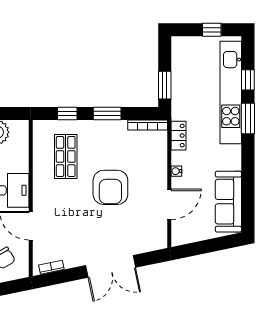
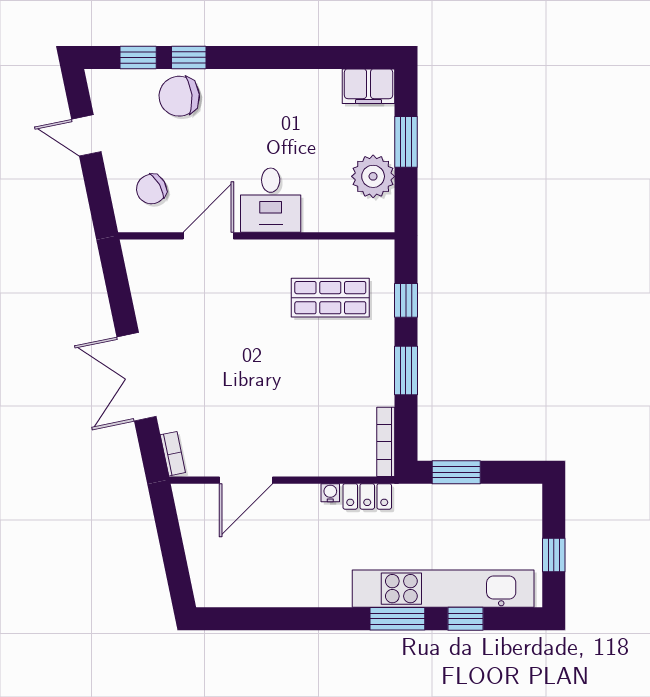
water cooler: (176, 171) -> (330, 493), moved
armchair: (110, 187) -> (276, 377), removed
sofa: (228, 202) -> (251, 585), removed
door: (169, 204) -> (246, 480), hinge flipped
bookcase: (51, 267) -> (173, 454), moved

